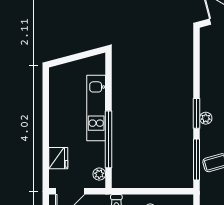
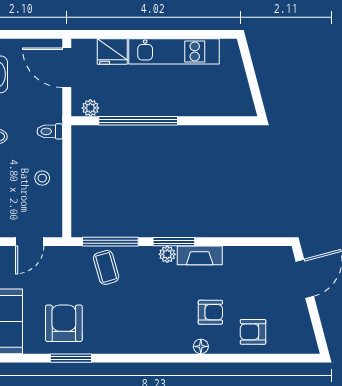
fireplace: (207, 95) -> (200, 255), added
kitchen unit: (96, 108) -> (174, 51), moved, turned 180

